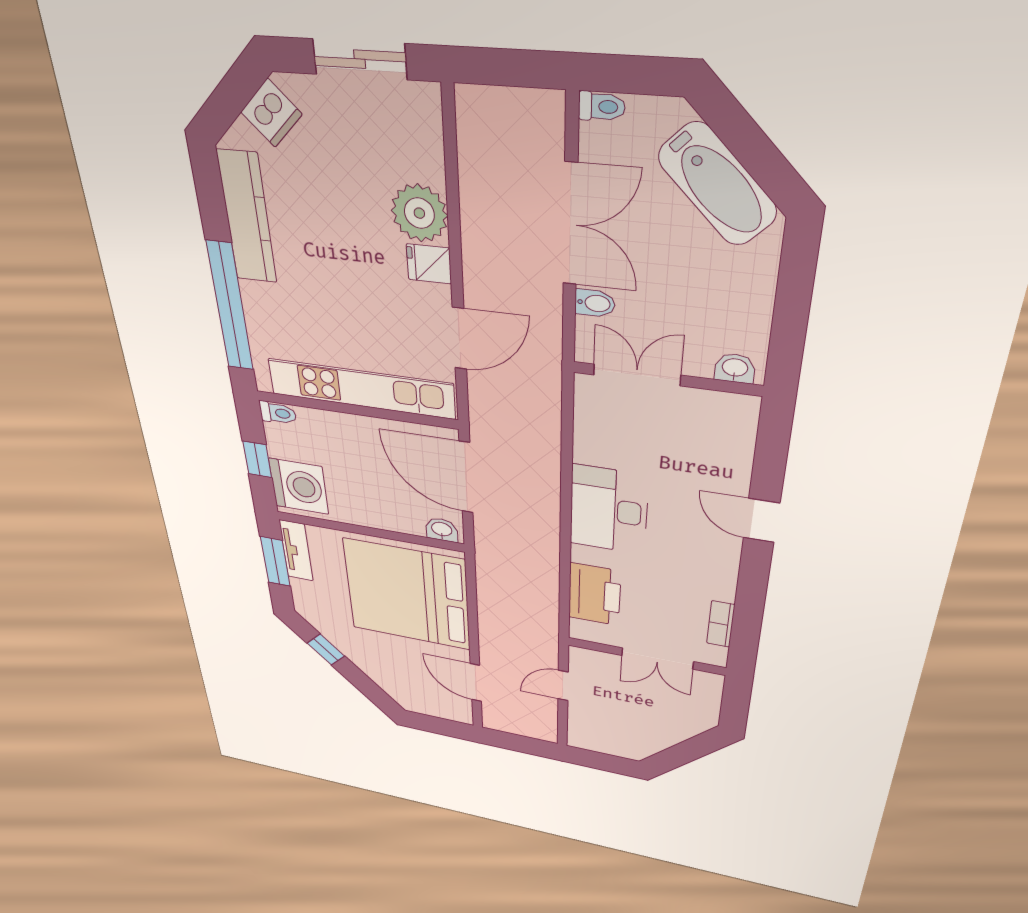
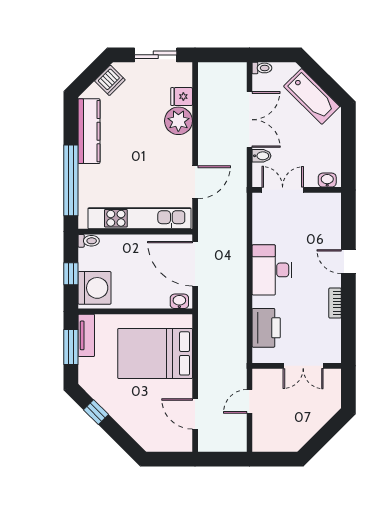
fridge: (429, 264) -> (182, 97), moved
bed: (407, 595) -> (155, 353), width x0.73
bookcase: (721, 624) -> (335, 303), moved

